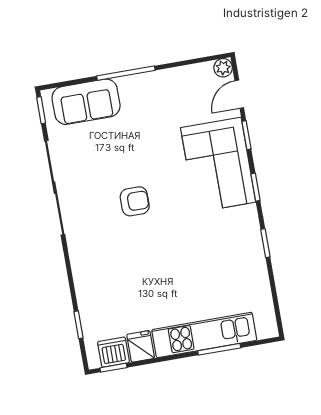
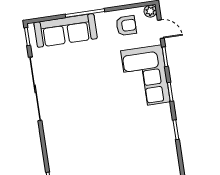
door: (239, 94) -> (161, 29), swing flipped
sofa: (86, 102) -> (66, 30), width x1.36
armchair: (135, 201) -> (126, 26), moved

